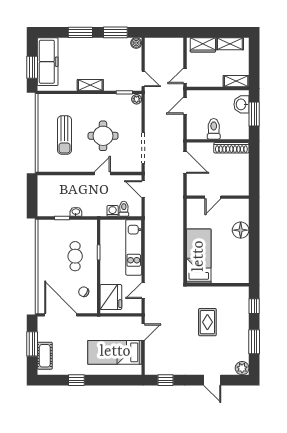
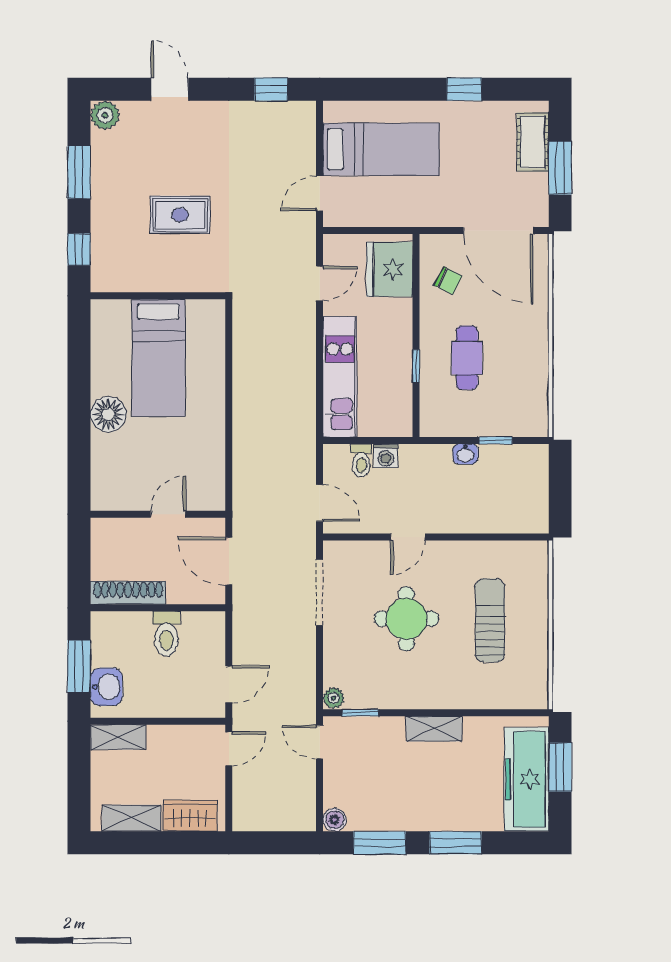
door: (213, 197) -> (168, 514), moved
wall: (218, 197) -> (158, 514), moved
bed: (199, 256) -> (158, 358), moved
rug: (207, 322) -> (180, 215), turned 90

